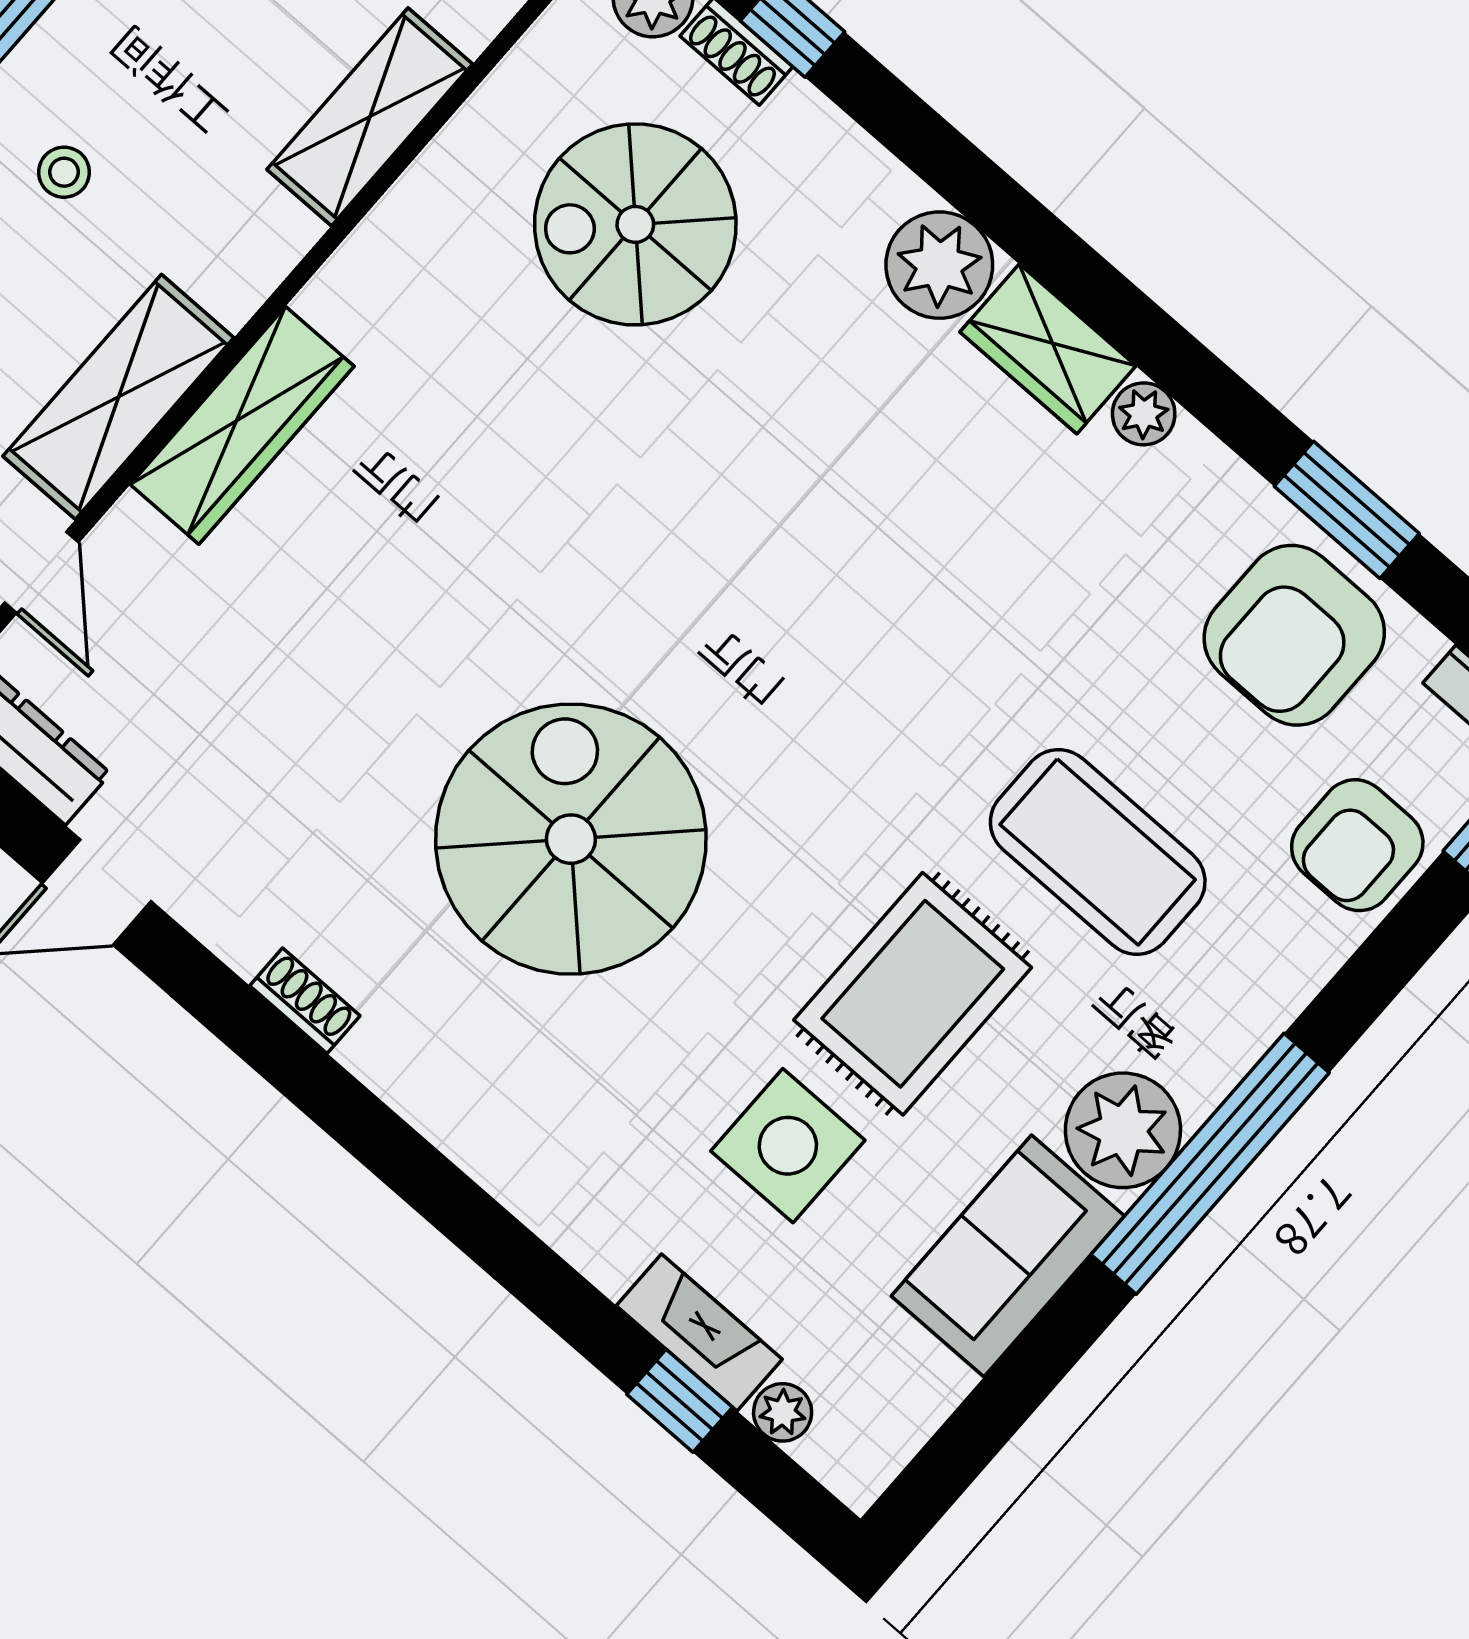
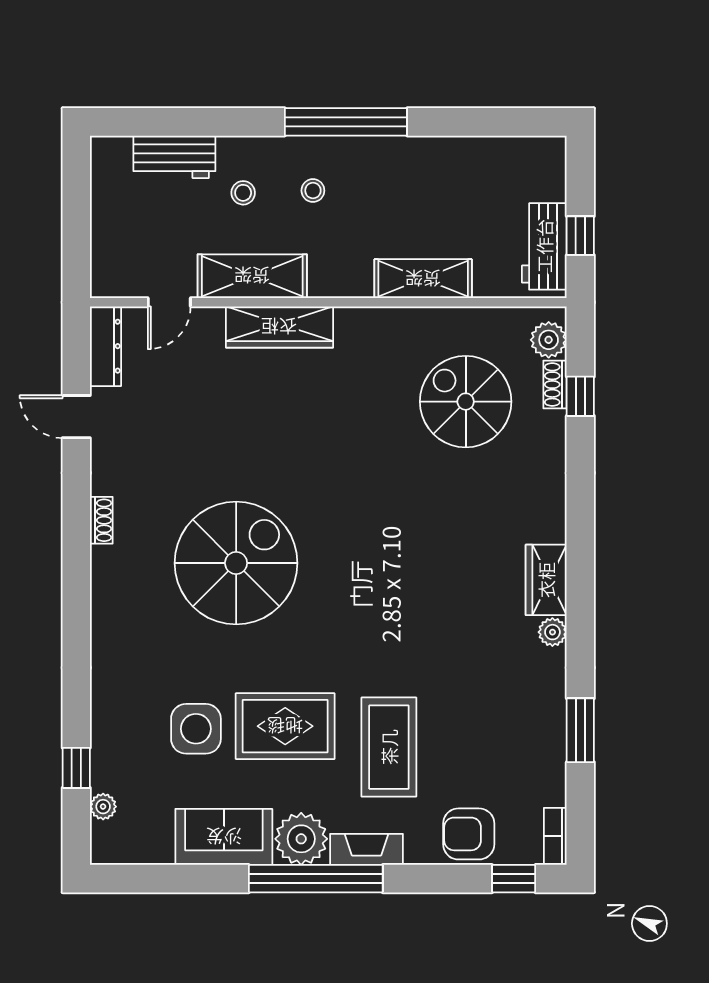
plant: (939, 265) -> (542, 518), removed
armchair: (1294, 635) -> (522, 750), removed
fireplace: (699, 1333) -> (366, 849), moved, turned -90

